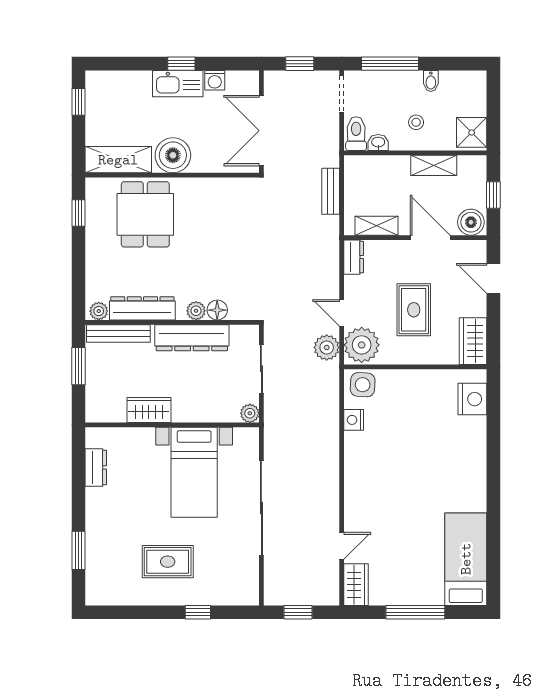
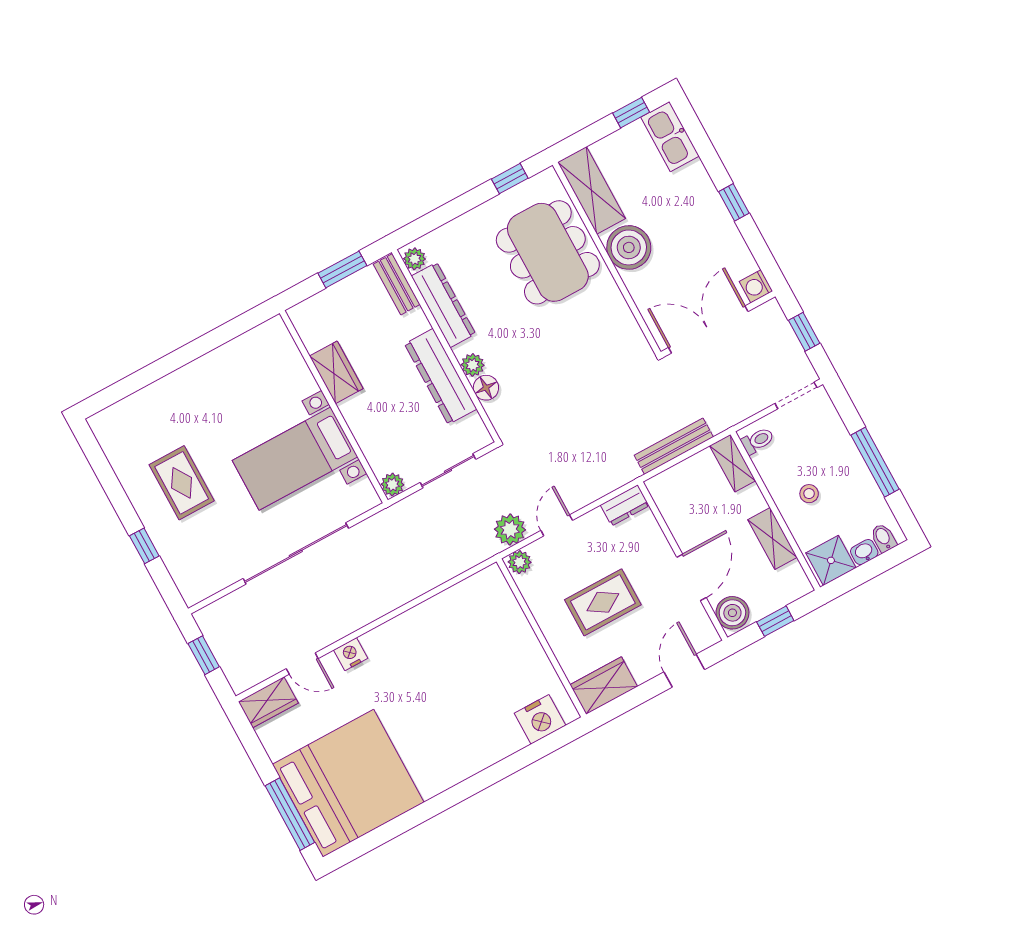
window: (390, 64) -> (875, 462), moved
washing machine: (215, 80) -> (756, 286), moved
bidet: (431, 81) -> (883, 538), moved, turned 90
kitchen sink: (178, 84) -> (670, 137), moved
toilet: (356, 134) -> (758, 441), width x0.73, depth x0.72
washbasin: (378, 143) -> (864, 552), moved, turned -90
bench: (331, 191) -> (674, 446), width x1.36
dining table: (145, 214) -> (548, 252), width x1.38
shelving: (376, 226) -> (733, 463), moved
bench: (118, 333) -> (397, 284), width x0.73
plant: (362, 345) -> (520, 562), width x0.53, depth x0.53
side table: (363, 385) -> (491, 591), removed
nightstand: (354, 420) -> (351, 654), moved
dresser: (96, 467) -> (242, 348), removed
window: (79, 550) -> (141, 379), removed
bed: (466, 559) -> (348, 783), width x2.04
window: (415, 612) -> (290, 814), moved

